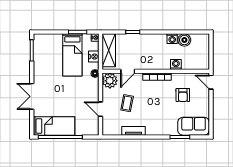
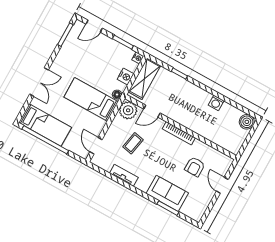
door: (50, 32) -> (94, 26), added
boiler: (184, 40) -> (247, 122), moved
bed: (72, 55) -> (91, 99), moved, turned 90
washing machine: (176, 65) -> (205, 132), removed
door: (211, 82) -> (222, 185), moved
double door: (32, 96) -> (39, 82), swing flipped
door: (101, 109) -> (96, 146), moved
sofa: (194, 126) -> (167, 193), moved

